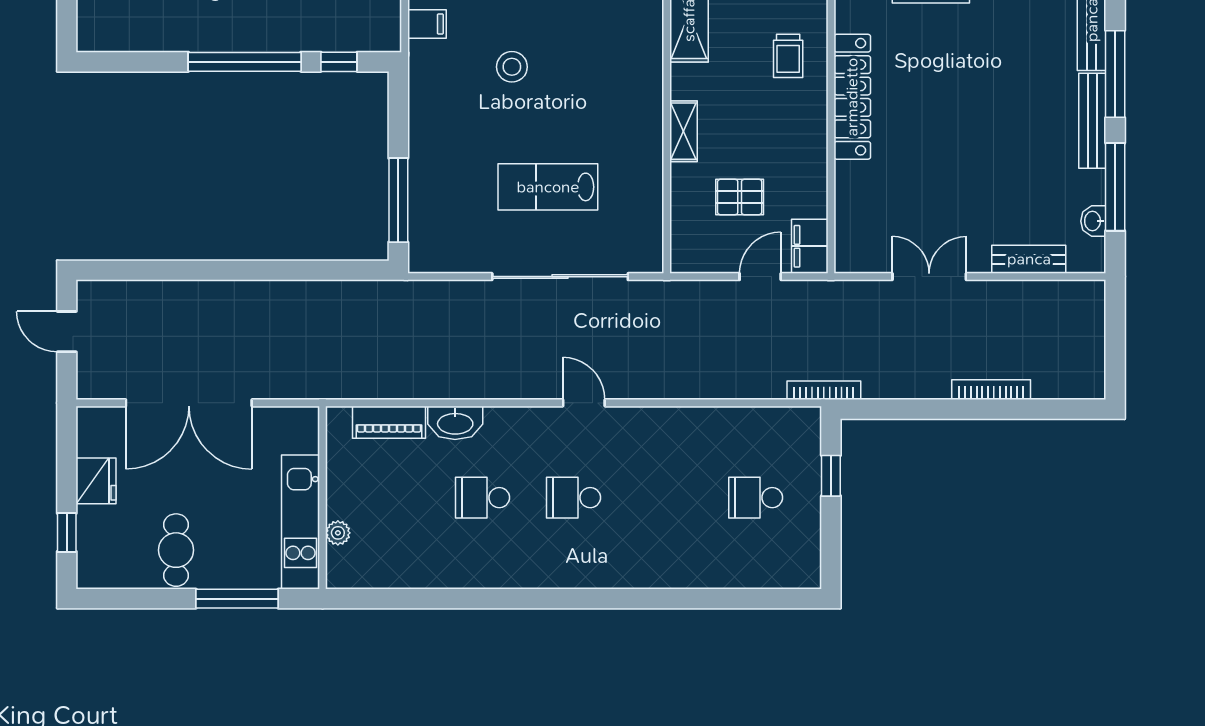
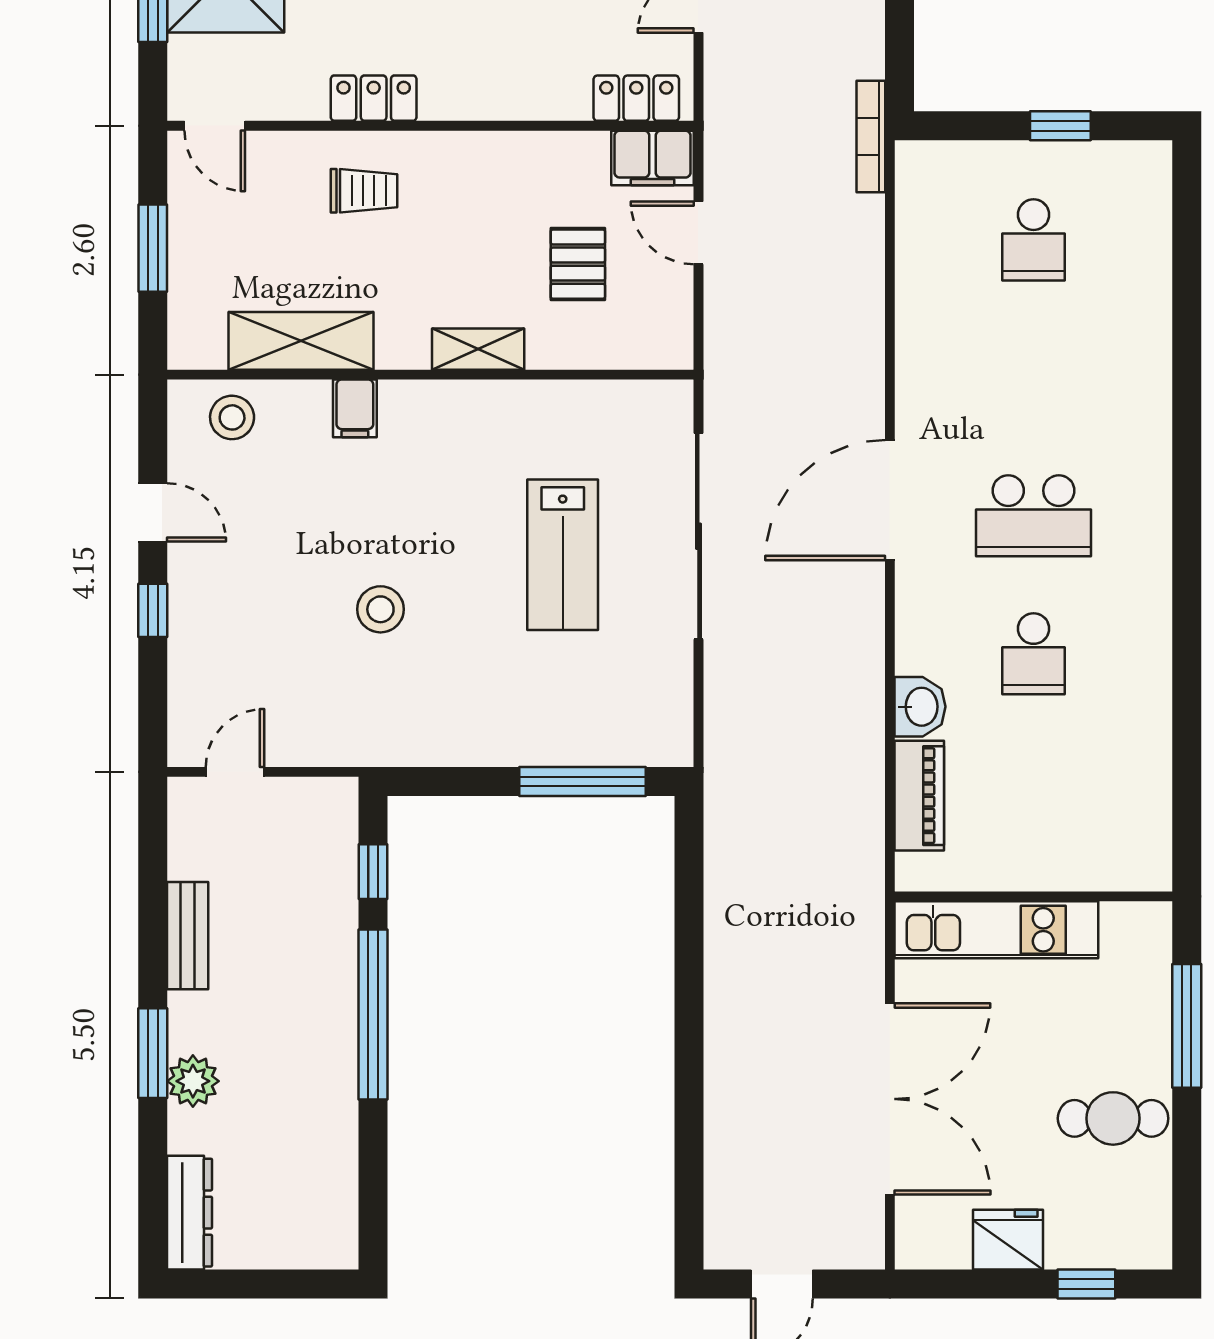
filing cabinet: (427, 24) -> (355, 408), moved, turned 180
locker: (852, 97) -> (374, 98), width x0.46, depth x0.83
locker: (849, 236) -> (636, 98), added
door: (584, 403) -> (890, 500), width x1.87
washbasin: (455, 423) -> (920, 707), width x0.72
window: (831, 476) -> (1060, 126), moved
school desk: (574, 498) -> (1034, 516), width x1.85
kitchen unit: (300, 522) -> (996, 930), moved
plant: (338, 533) -> (1087, 873), removed

